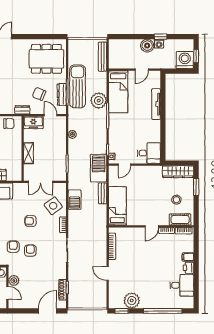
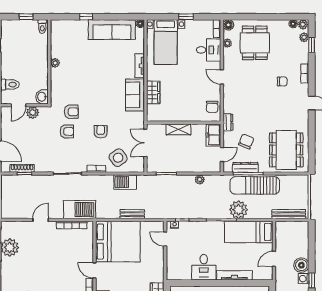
door: (142, 70) -> (274, 259), hinge flipped
sun lounger: (77, 86) -> (255, 185), turned 180
desk: (149, 153) -> (204, 267), moved
barbecue: (99, 168) -> (80, 210), moved
bed: (117, 206) -> (118, 241), width x2.04

